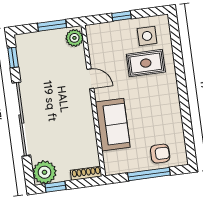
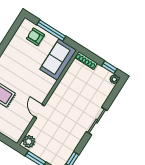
sliding door: (21, 119) -> (97, 121), width x0.54
sofa: (113, 125) -> (58, 60), moved
plant: (45, 172) -> (114, 79), width x0.53, depth x0.53

